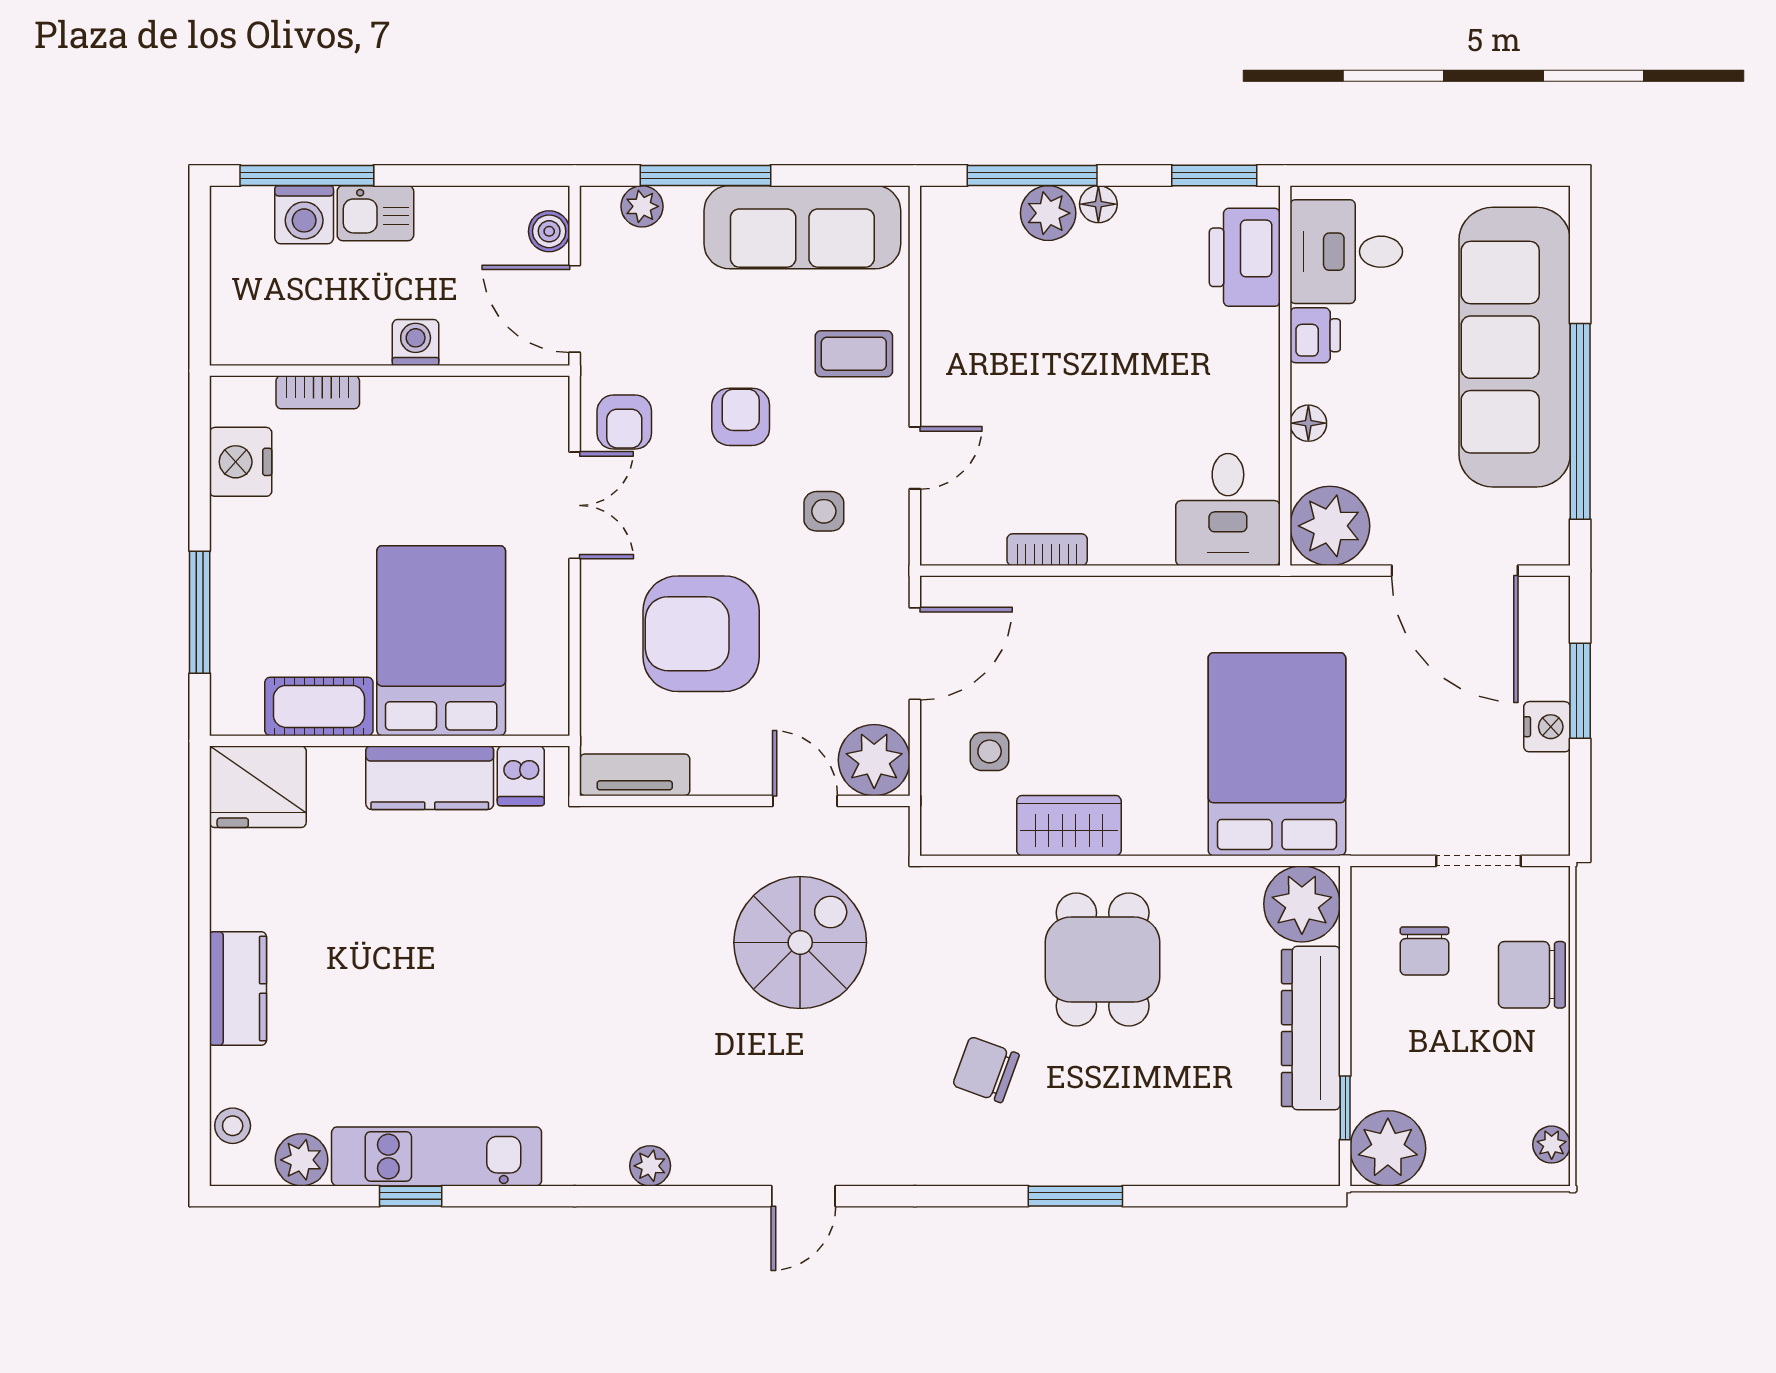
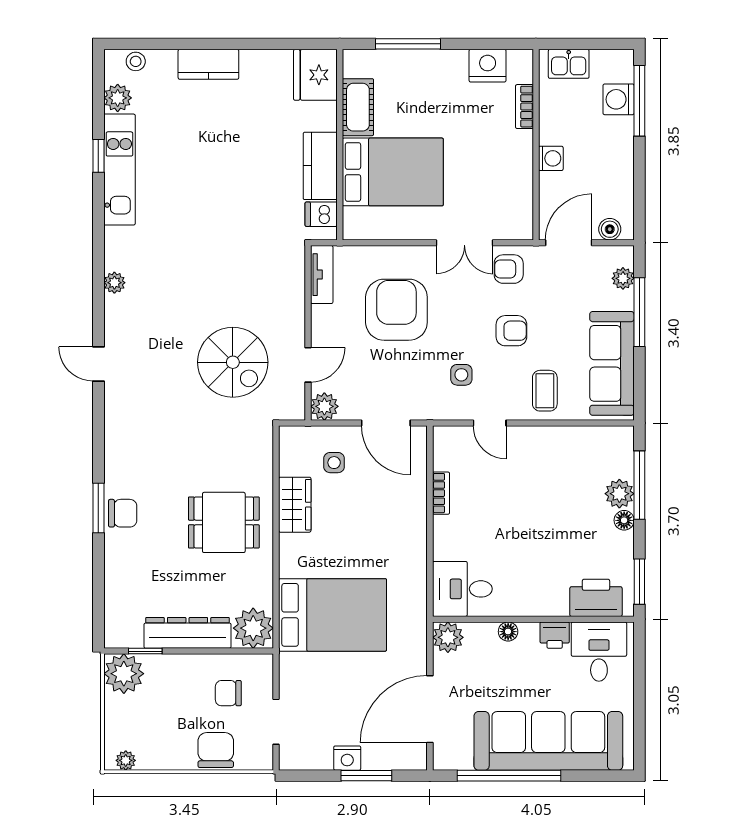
kitchen sink: (375, 213) -> (569, 64), moved, turned -90
plant: (1330, 526) -> (448, 637), width x0.73, depth x0.73
plant: (874, 760) -> (324, 406), width x0.73, depth x0.73
chair: (986, 1070) -> (123, 513), moved, turned 70

